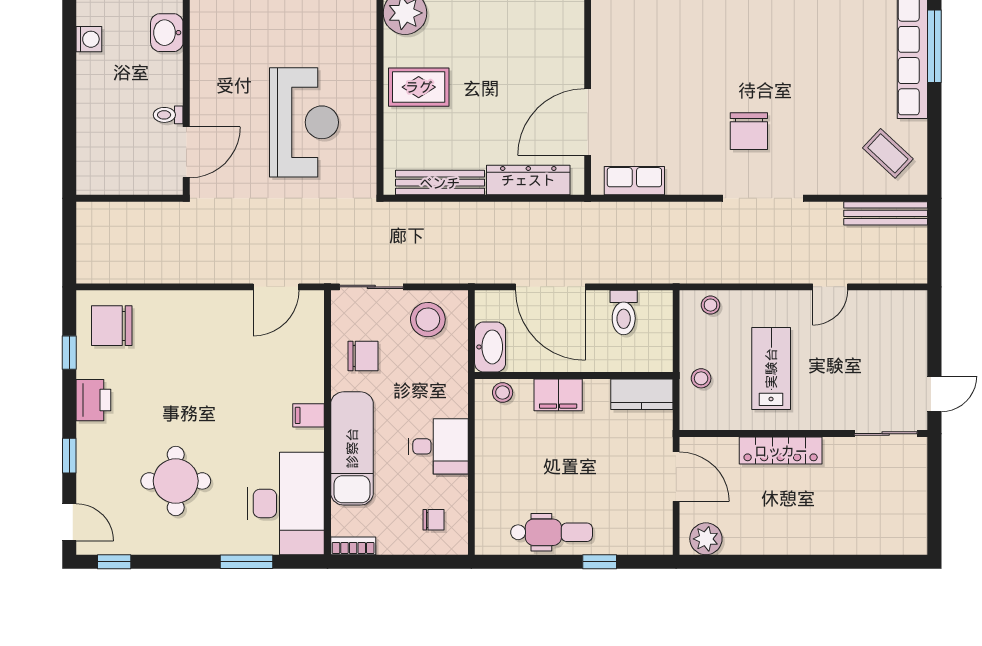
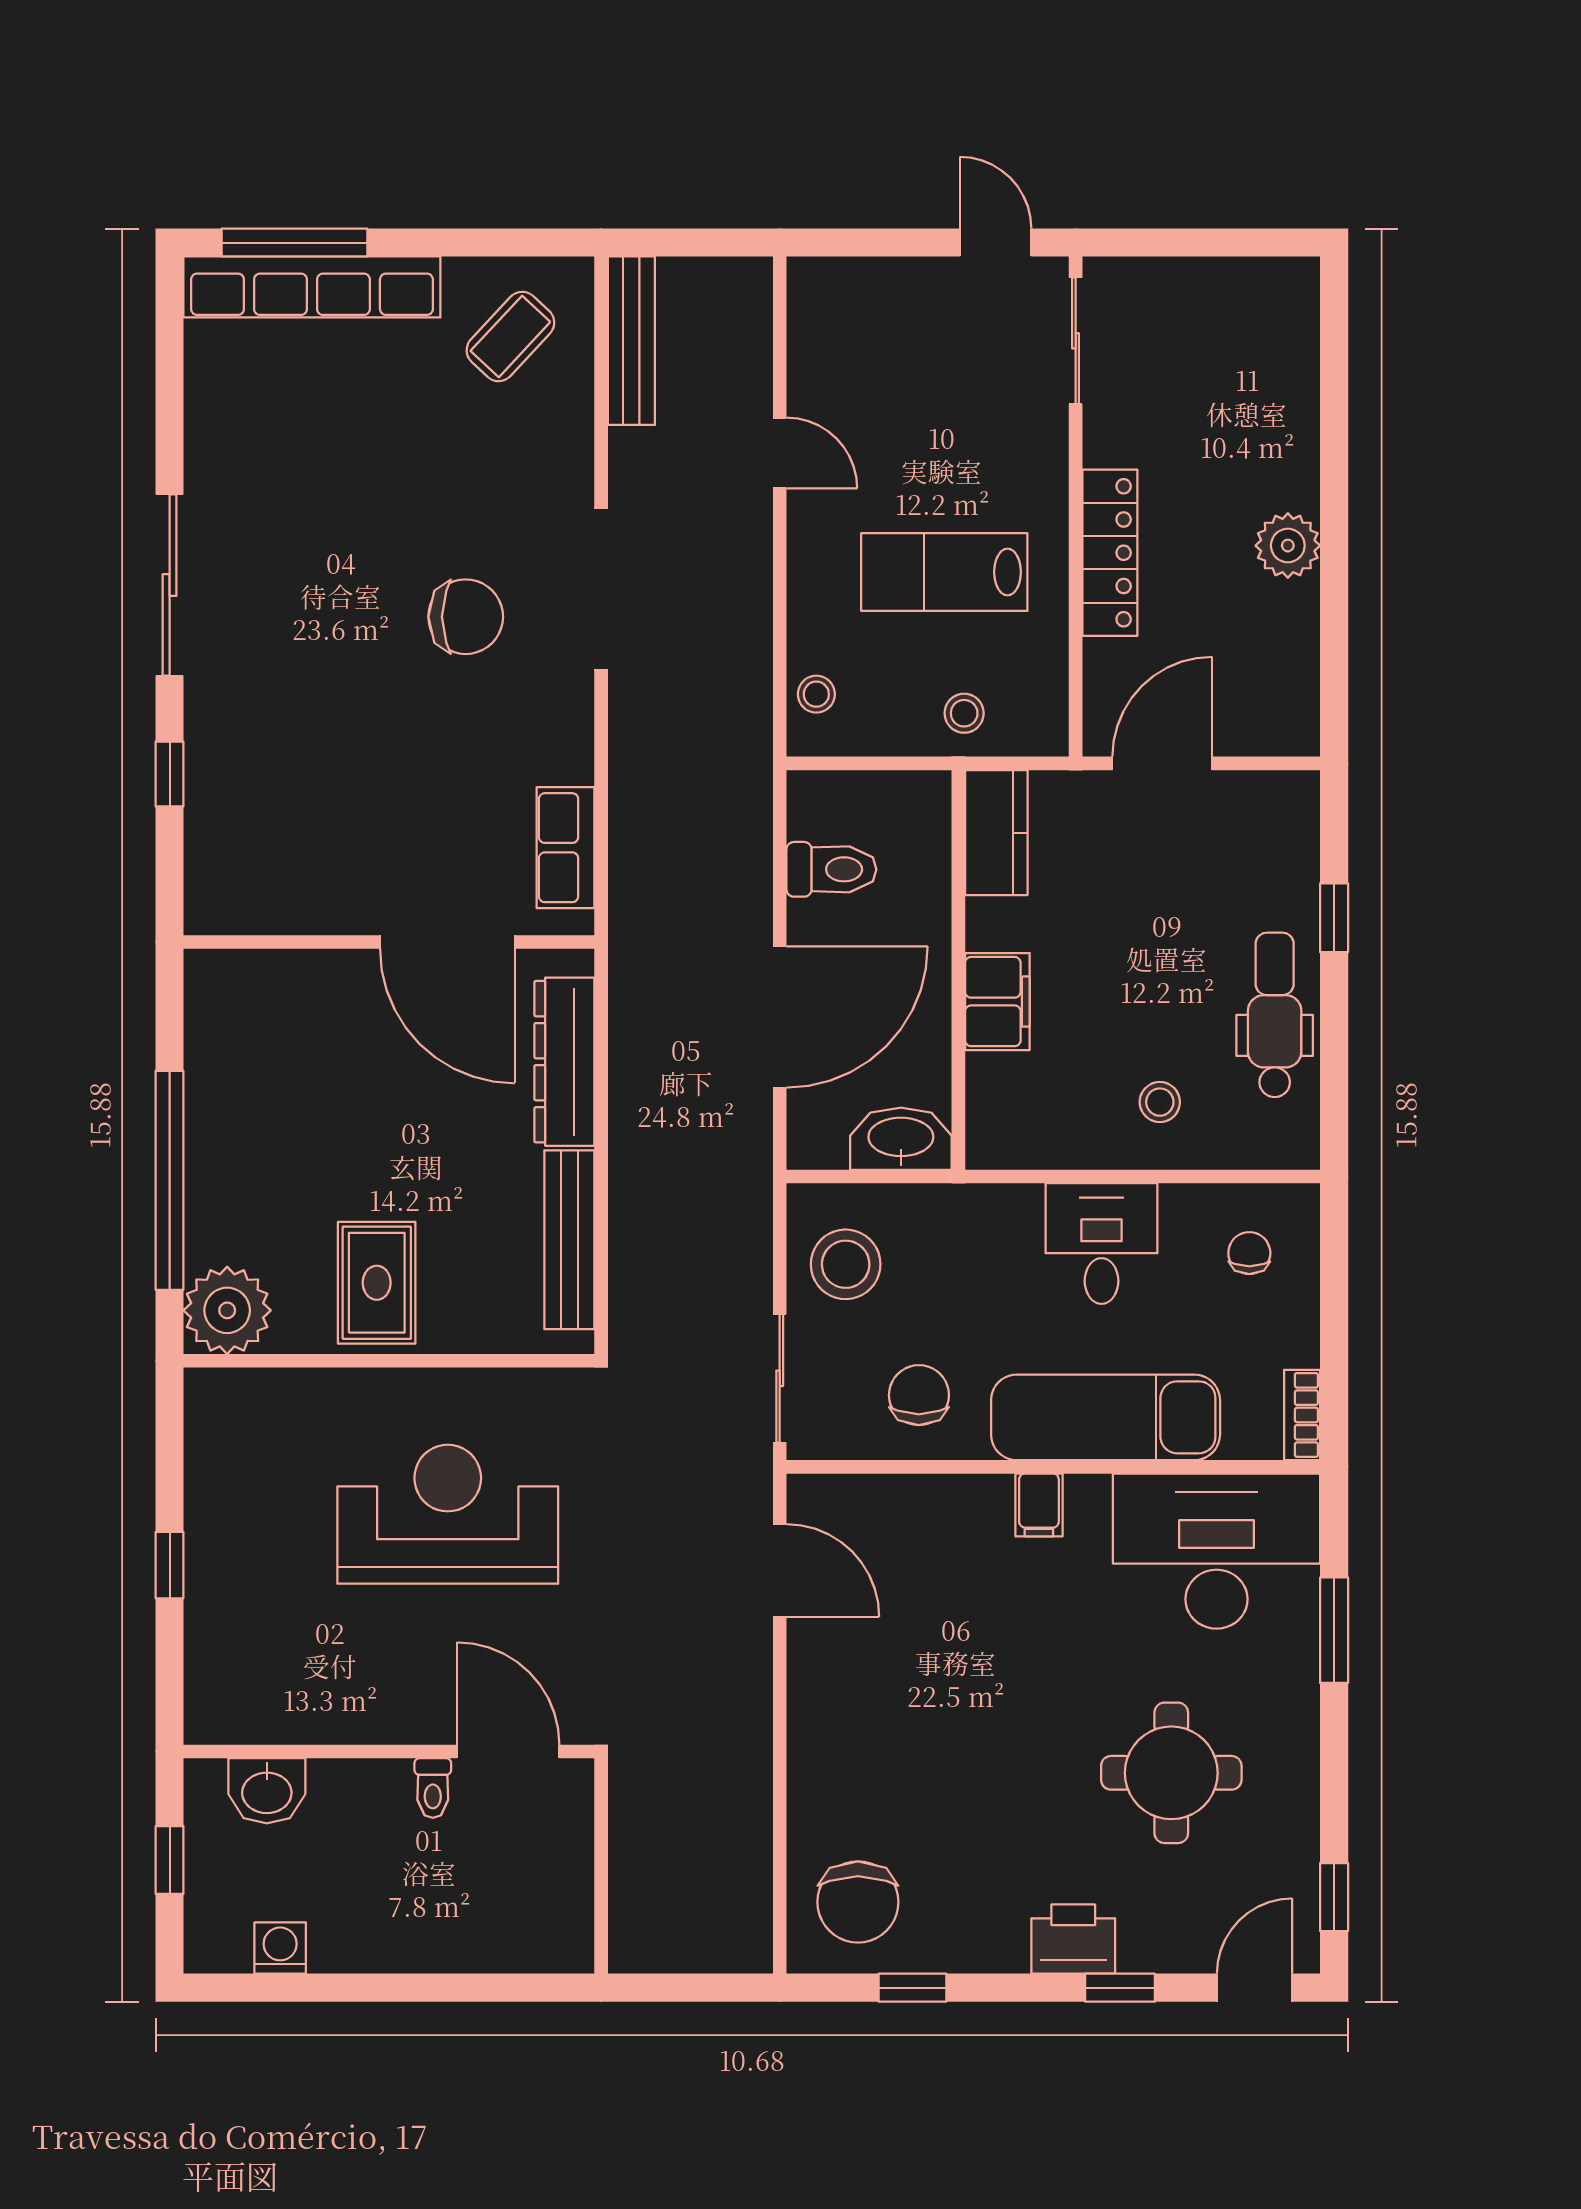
stool: (503, 393) -> (1160, 1102), moved
printer: (93, 400) -> (1073, 1939), moved
plant: (706, 539) -> (1288, 546), moved

